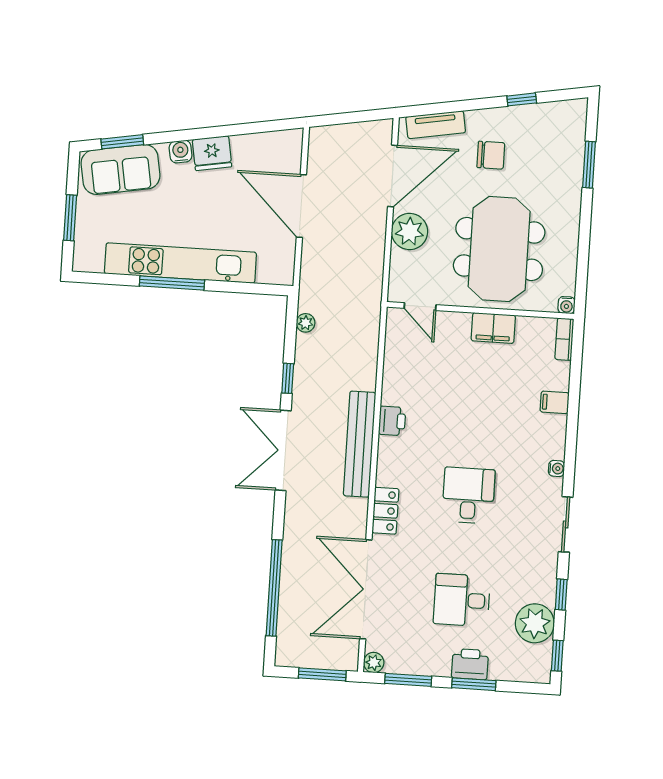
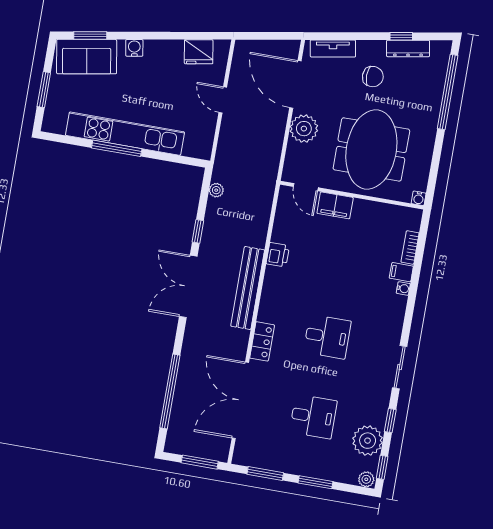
dresser: (532, 114) -> (408, 48), added
fridge: (212, 153) -> (199, 52), moved
window: (589, 165) -> (448, 92), width x2.11
door: (392, 176) -> (295, 84), swing flipped
door: (301, 206) -> (223, 100), width x0.53
filing cabinet: (493, 328) -> (335, 205), moved
bookcase: (564, 339) -> (410, 248), moved
printer: (392, 421) -> (278, 255), moved
water cooler: (557, 468) -> (403, 288), moved
desk: (468, 495) -> (327, 337), turned 90
desk: (462, 600) -> (313, 417), turned 180
plant: (374, 663) -> (366, 479), moved
printer: (470, 664) -> (314, 467), removed

